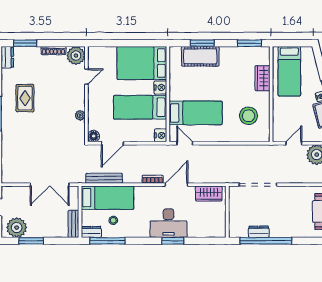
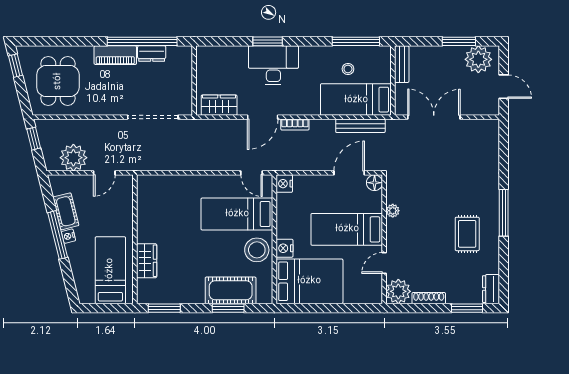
bed: (140, 107) -> (347, 229), moved, turned 180
stool: (248, 116) -> (257, 250), moved
piano: (286, 231) -> (115, 55), added
dresser: (91, 232) -> (378, 53), removed

